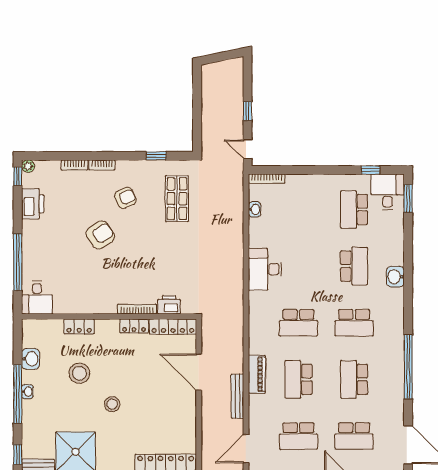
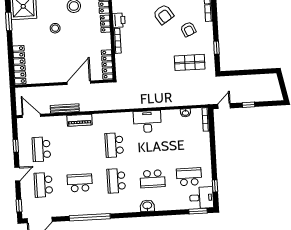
printer: (169, 305) -> (119, 20), moved
locker: (134, 326) -> (105, 24), moved
school desk: (299, 379) -> (78, 147), removed

